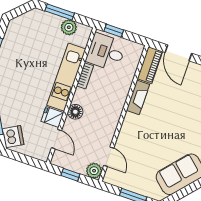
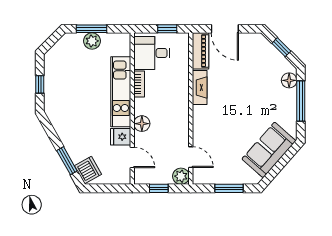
plant: (69, 27) -> (92, 41), moved
window: (114, 31) -> (167, 29), moved

